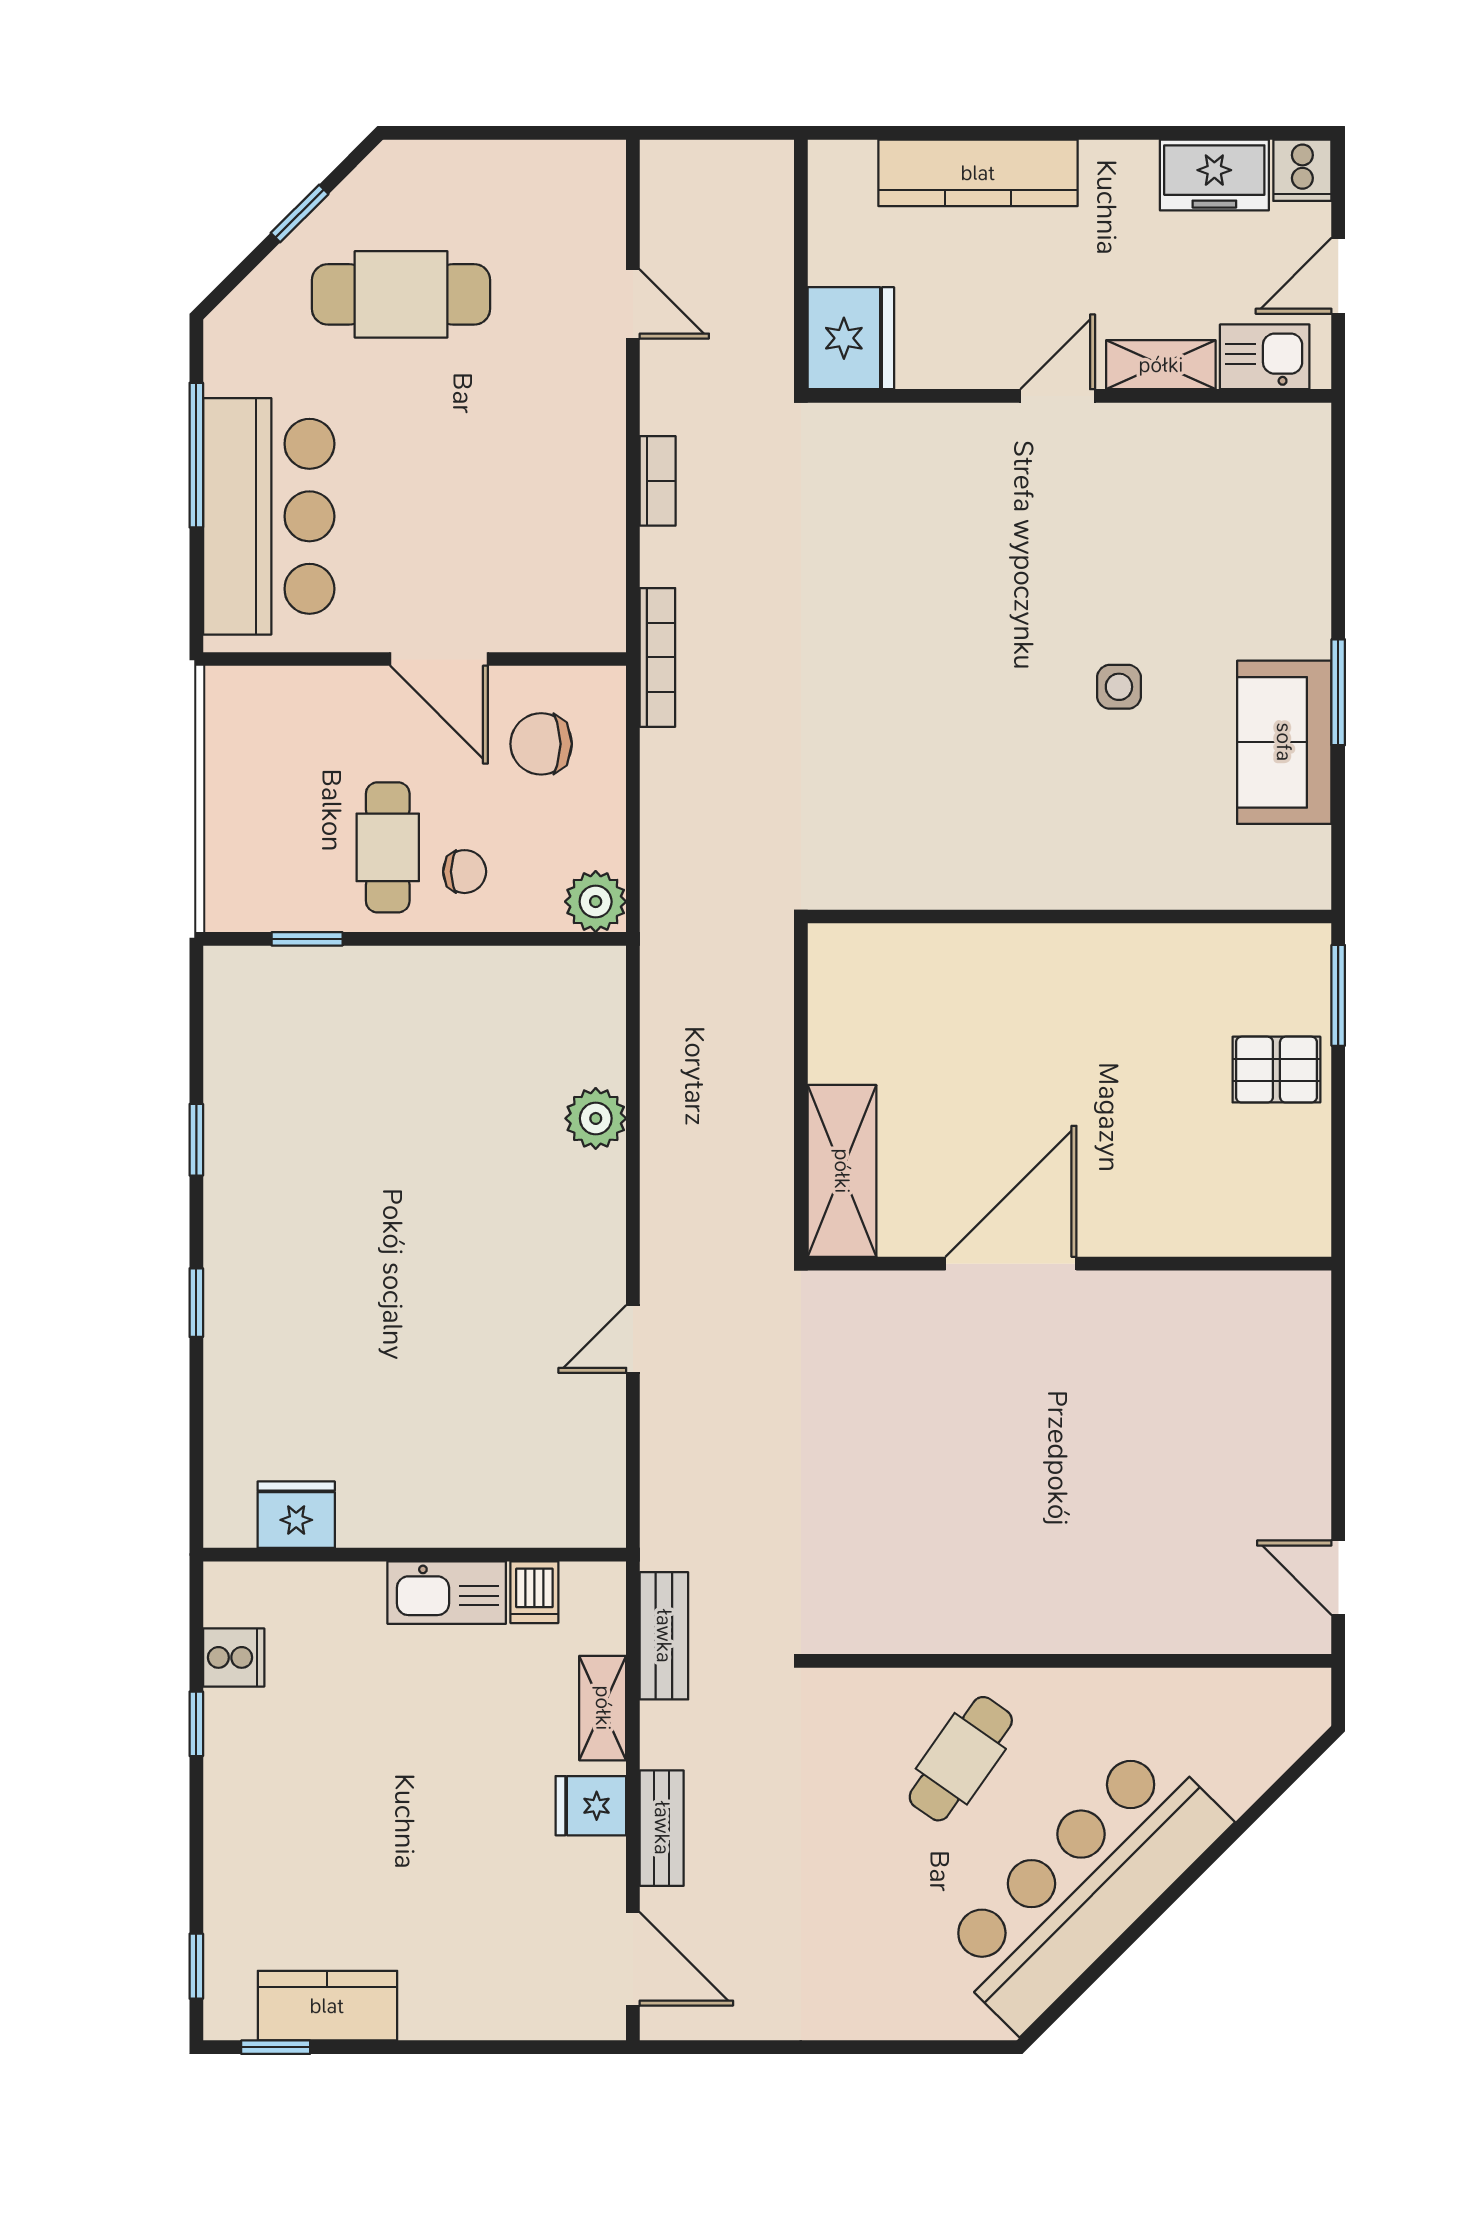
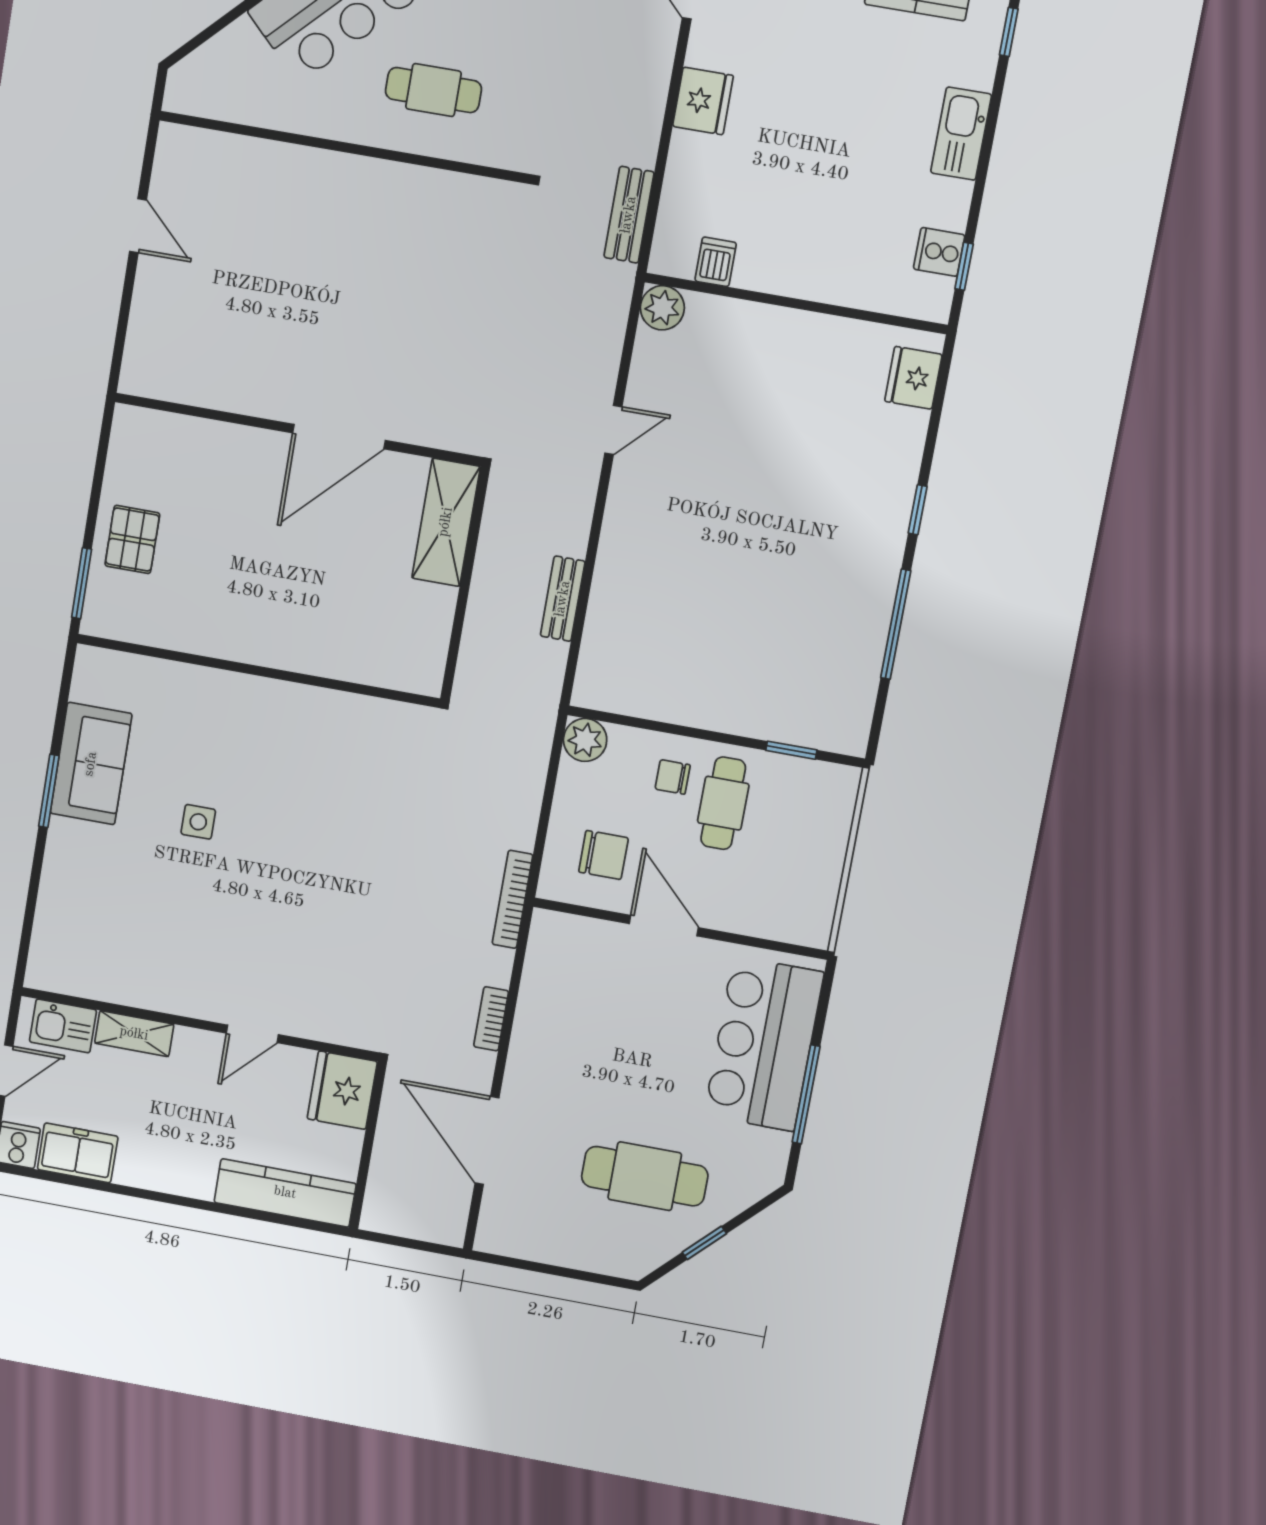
kitchen counter: (978, 173) -> (285, 1193), moved
door: (633, 304) -> (487, 1140), width x1.88
door: (1058, 396) -> (252, 1034), moved
pallet: (1276, 1070) -> (132, 539), turned 90
plant: (596, 1118) -> (662, 308), moved
window: (196, 1140) -> (896, 624), width x2.17
fridge: (296, 1515) -> (913, 378), moved, turned 90
door: (1338, 1578) -> (138, 226), moved
kitchen sink: (447, 1593) -> (961, 134), moved, turned -90
shelving: (603, 1708) -> (682, 170), removed
window: (196, 1724) -> (964, 266), moved
cafe table: (961, 1759) -> (433, 90), turned 55
fridge: (591, 1806) -> (703, 101), width x1.38
bench: (662, 1828) -> (563, 599), moved

